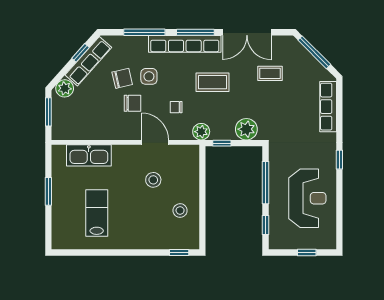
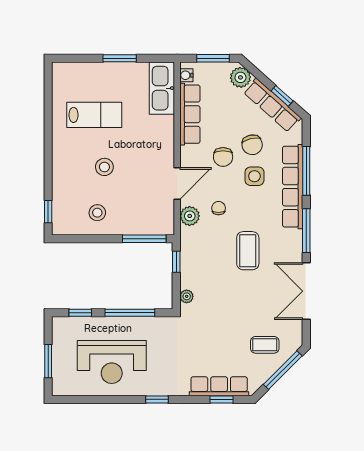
row of seats: (185, 44) -> (293, 187), moved
coffee table: (270, 73) -> (265, 345), moved, turned 90
window: (339, 105) -> (221, 399), added
plant: (246, 129) -> (187, 296), width x0.53, depth x0.53
row of seats: (96, 132) -> (190, 114), added
plant: (201, 132) -> (190, 216), moved
water cooler: (63, 134) -> (186, 75), added
kitchen sink: (89, 155) -> (162, 88), moved
window: (202, 170) -> (144, 239), added
stool: (153, 180) -> (104, 167), moved
window: (307, 252) -> (48, 361), width x1.50

